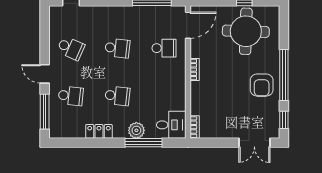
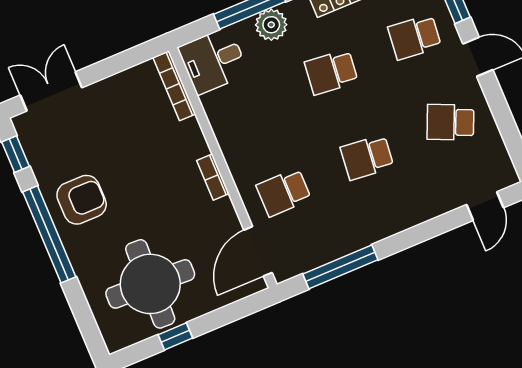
armchair: (262, 85) -> (82, 200), turned 90
bookcase: (195, 127) -> (174, 86), width x1.56

